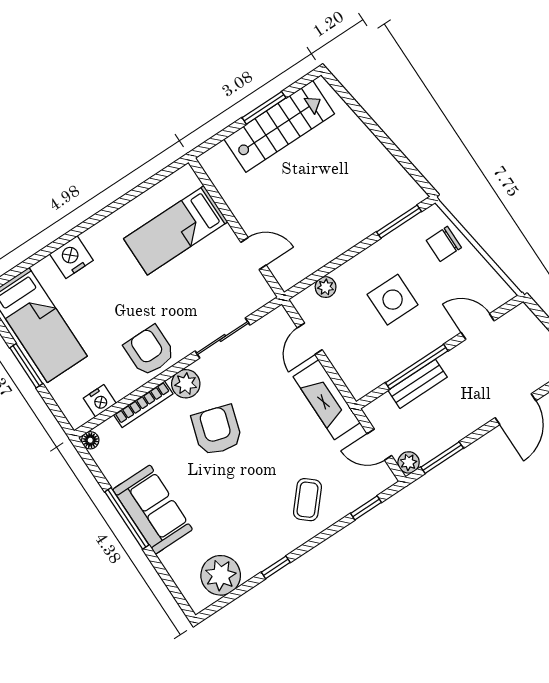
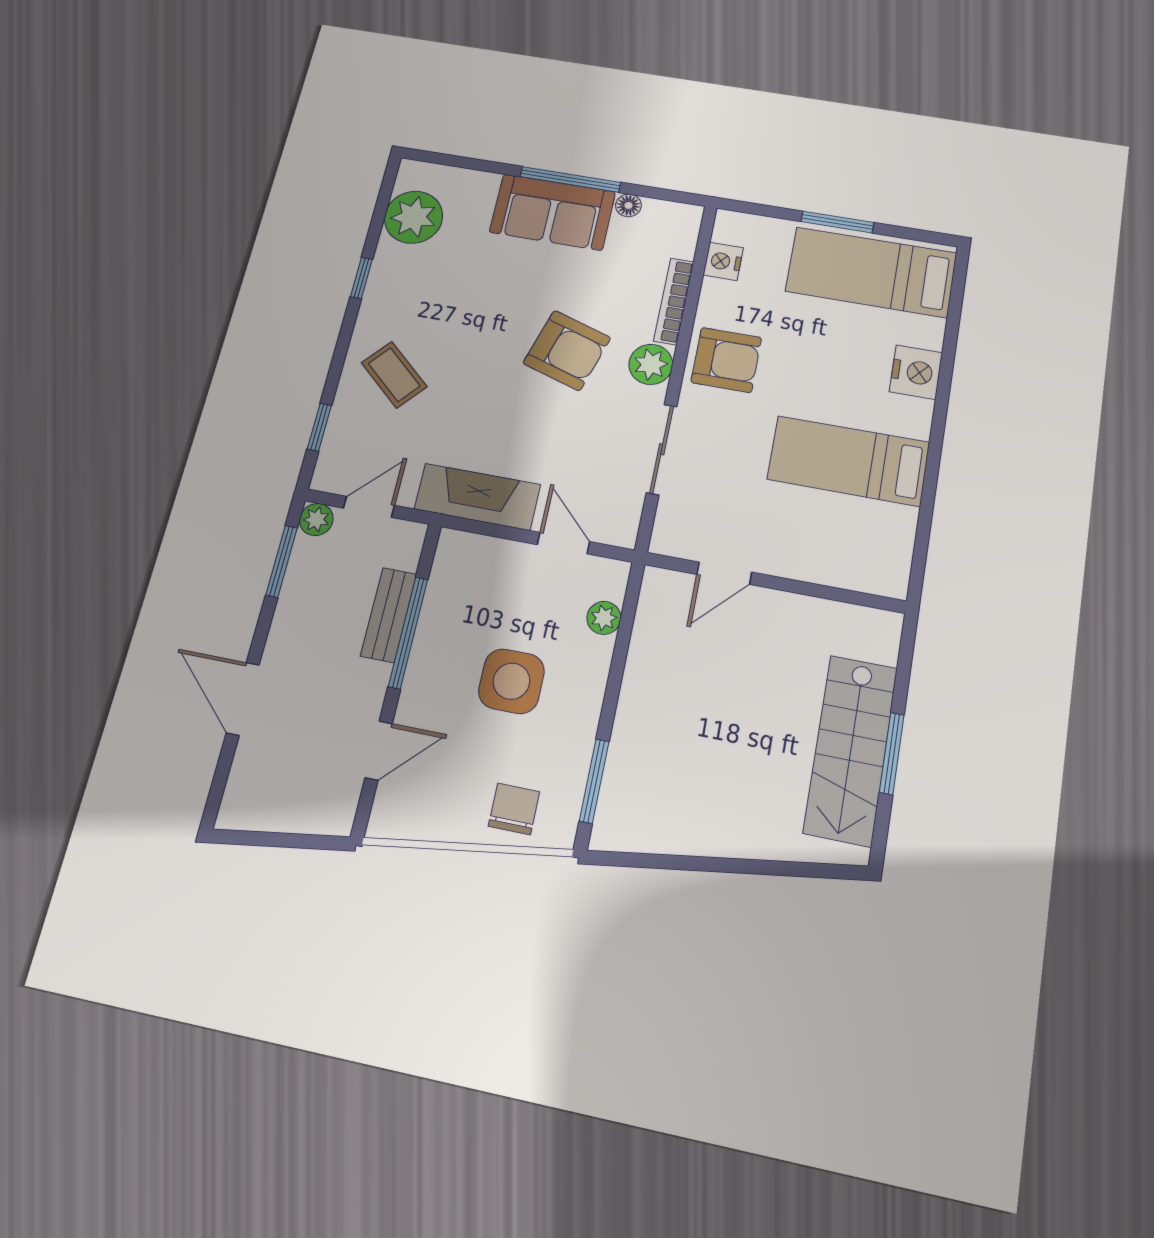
bed: (176, 230) -> (848, 461), moved, turned -90
floor lamp: (90, 440) -> (628, 205), moved

